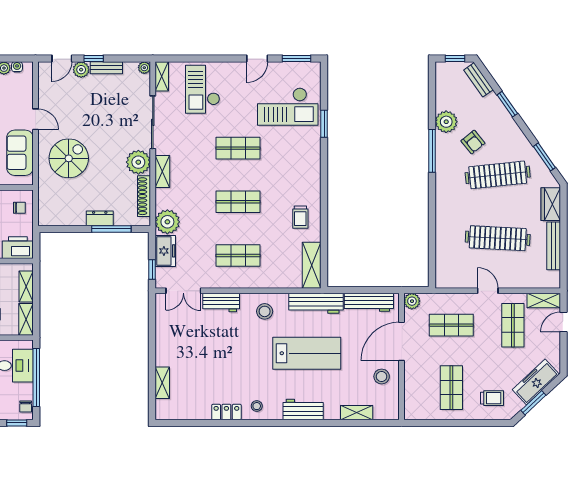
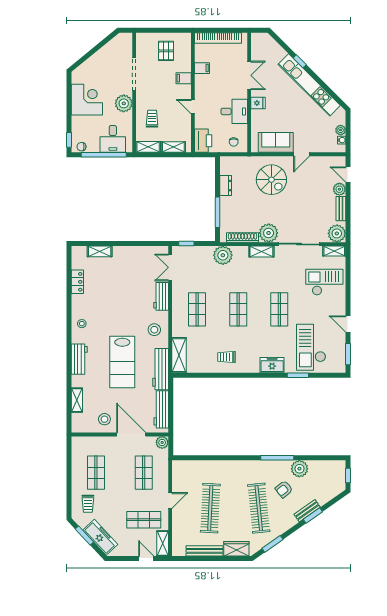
window: (94, 58) -> (348, 199), removed
plant: (144, 68) -> (337, 233), width x1.87, depth x1.87
bench: (479, 80) -> (307, 511), moved
dresser: (100, 218) -> (226, 186), moved
freezer: (165, 251) -> (272, 365), moved, turned 180
shelving: (312, 265) -> (179, 355), moved, turned 90
shop shelf: (451, 388) -> (96, 473), turned 90
locker: (226, 412) -> (77, 282), moved

